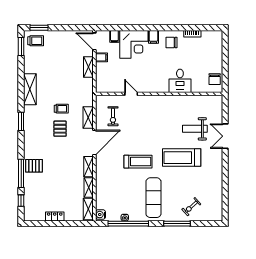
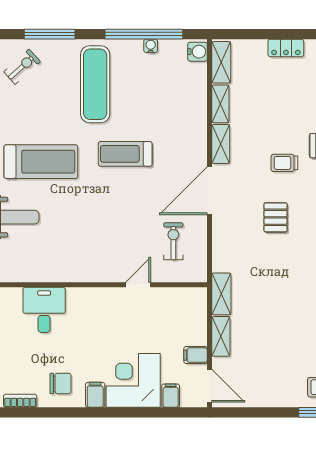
door: (131, 94) -> (138, 285), swing flipped
trolley: (61, 109) -> (284, 163), moved
shelving: (88, 117) -> (221, 294), moved

